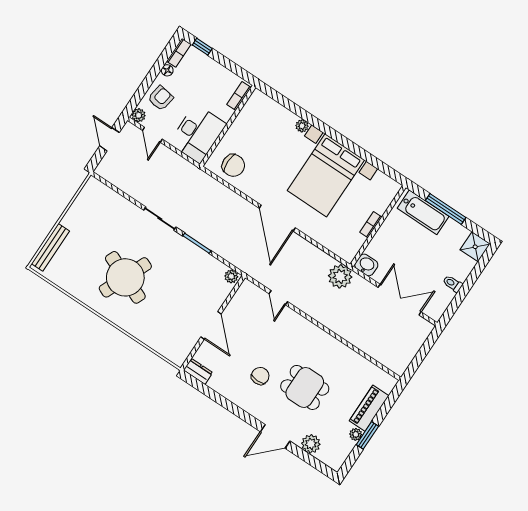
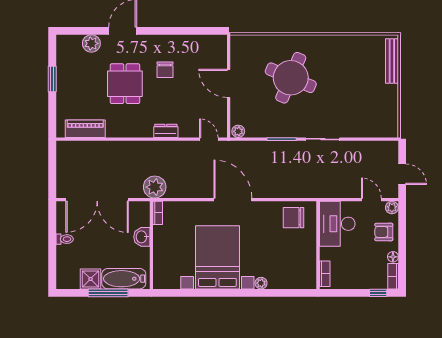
armchair: (161, 98) -> (384, 232), turned 81
bookcase: (371, 225) -> (158, 213), moved
shower: (475, 247) -> (91, 279), moved
washbasin: (366, 265) -> (142, 237), moved, turned 90
round table: (125, 277) -> (291, 78), moved
door: (278, 298) -> (209, 139), moved
double door: (400, 300) -> (97, 200), width x1.36
dresser: (198, 371) -> (166, 131), moved, turned 180
dining table: (305, 387) -> (125, 84), turned 90
piano: (369, 408) -> (85, 129), moved, turned -90
plant: (356, 434) -> (62, 74), removed

